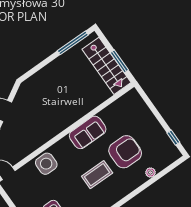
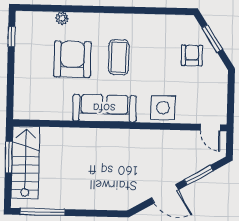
sofa: (88, 132) -> (104, 108), width x1.36
armchair: (125, 152) -> (72, 59), turned 90
coffee table: (97, 175) -> (119, 57), turned 90

